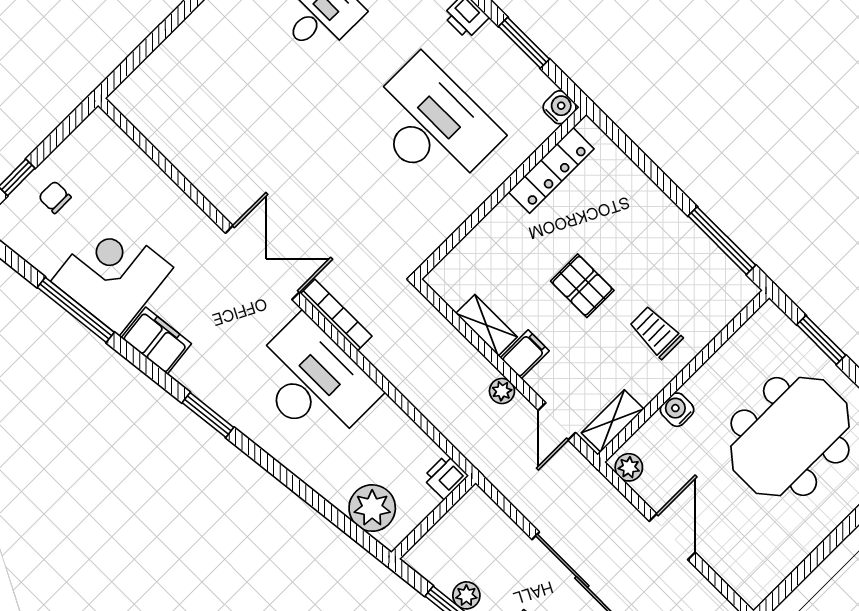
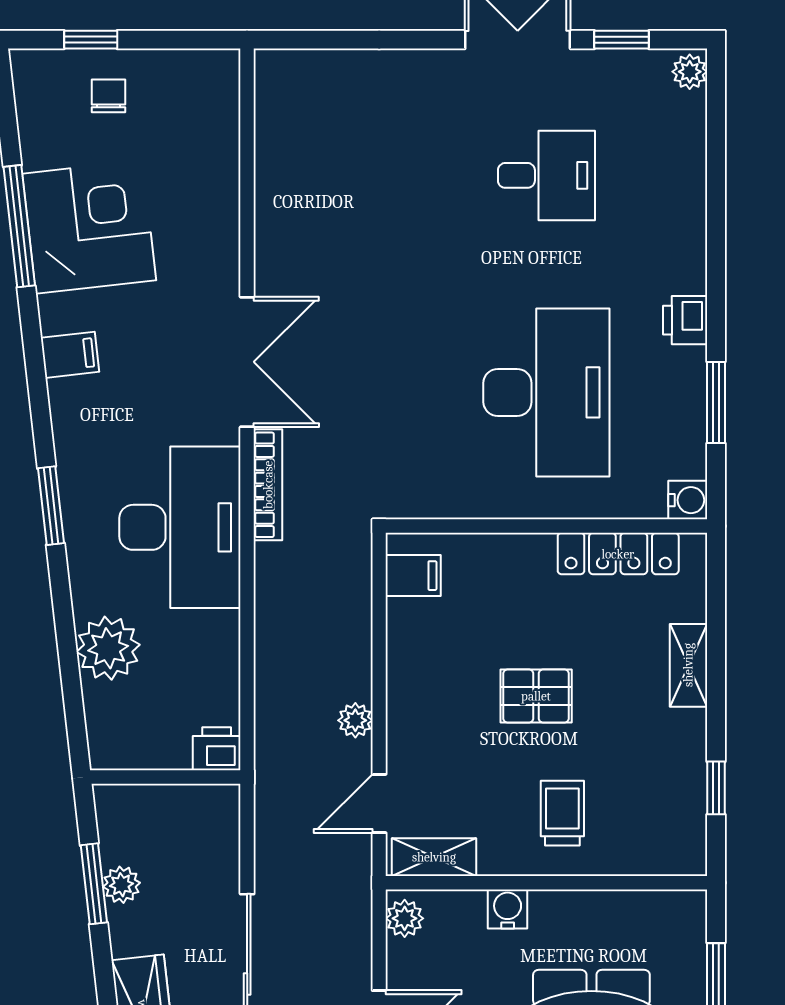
window: (722, 241) -> (716, 788), width x0.46
pallet: (582, 286) -> (536, 696), turned 90
shelving: (487, 325) -> (688, 665), moved
filing cabinet: (156, 341) -> (70, 355), width x0.50
filing cabinet: (525, 354) -> (413, 576), moved
window: (208, 415) -> (51, 506), moved
plant: (372, 508) -> (108, 648), moved

